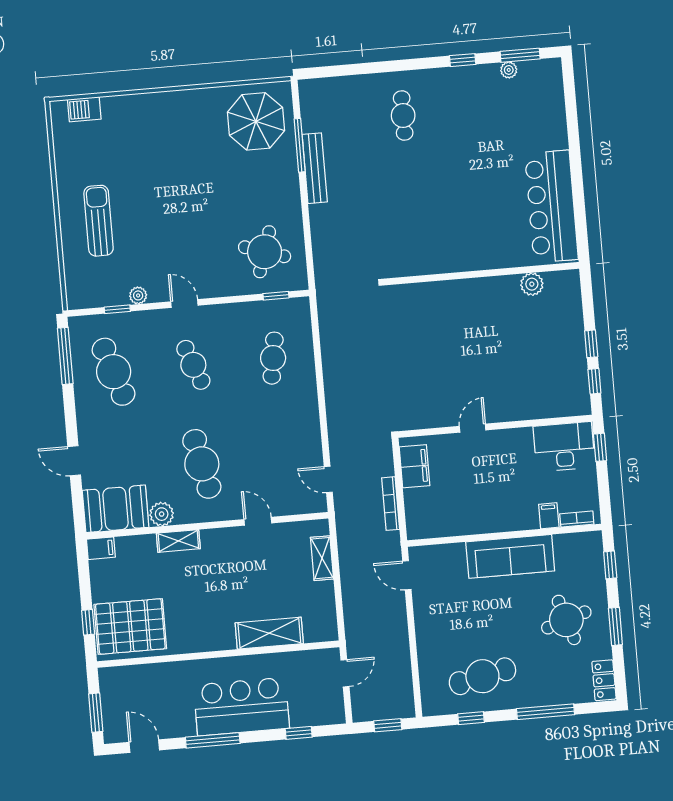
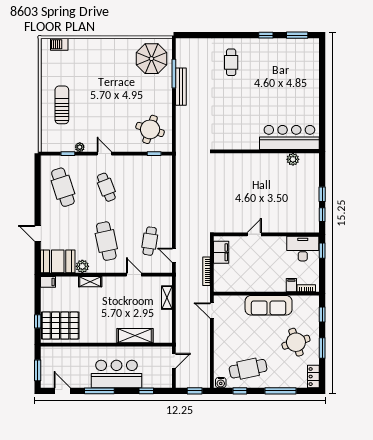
plant: (509, 70) -> (290, 43), removed
bar counter: (551, 206) -> (289, 137), moved, turned 90
window: (65, 356) -> (38, 176), removed
cafe table: (273, 358) -> (150, 241), moved
water cooler: (434, 706) -> (221, 383), added

